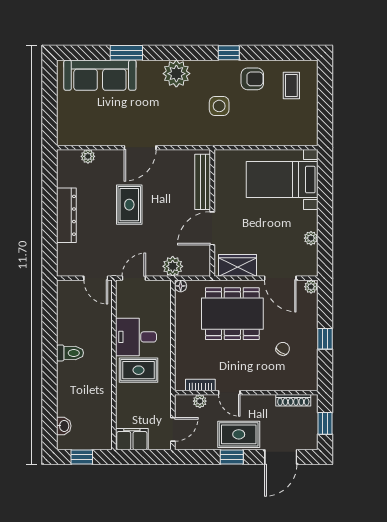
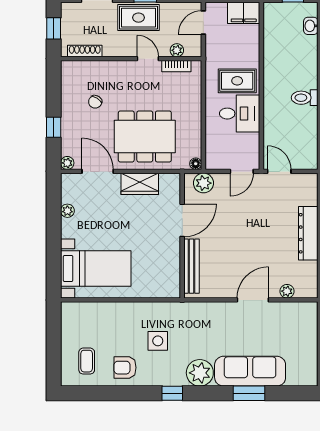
window: (229, 53) -> (172, 393), moved
sofa: (100, 75) -> (250, 371), moved
door: (140, 148) -> (253, 300), moved
bench: (203, 182) -> (192, 266), moved
rug: (129, 205) -> (246, 244), removed
wall: (212, 213) -> (182, 236), moved
door: (212, 228) -> (182, 220), moved
window: (325, 339) -> (54, 127), moved

